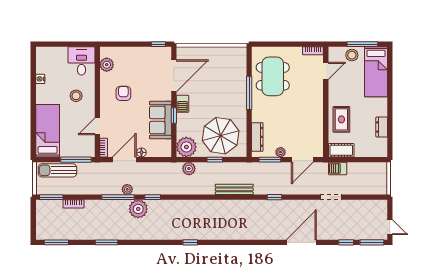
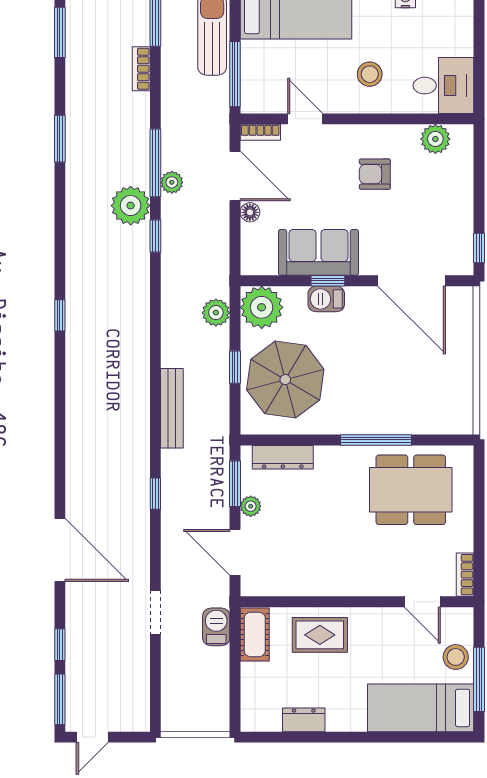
armchair: (123, 93) -> (375, 174), turned 180
barbecue: (182, 104) -> (326, 299), moved

